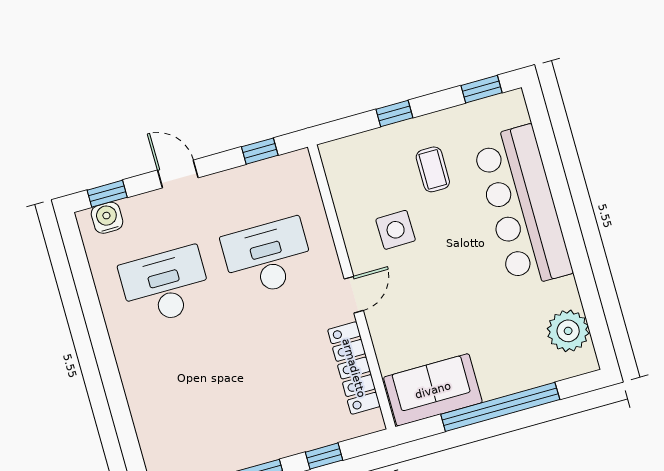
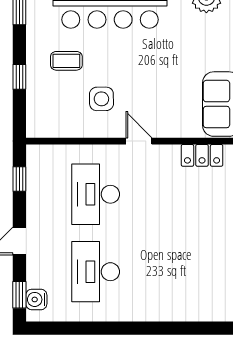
locker: (354, 368) -> (202, 155), width x0.66

